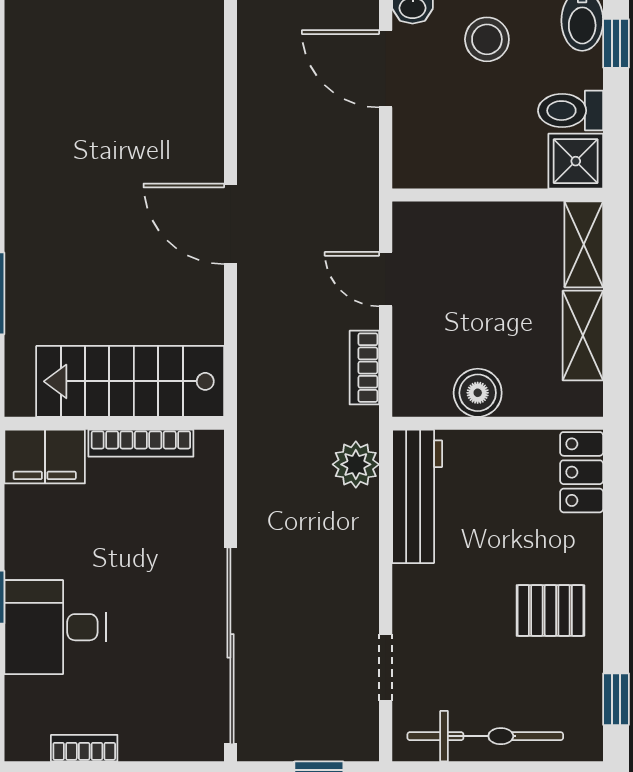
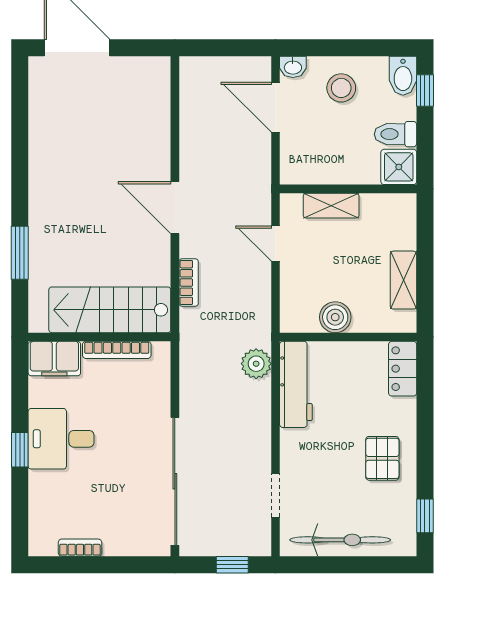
shelving: (584, 244) -> (331, 206), moved, turned 90
bookcase: (364, 368) -> (189, 283), moved, turned 180
pallet: (550, 610) -> (382, 458), turned 90
desk: (55, 627) -> (61, 439), moved

